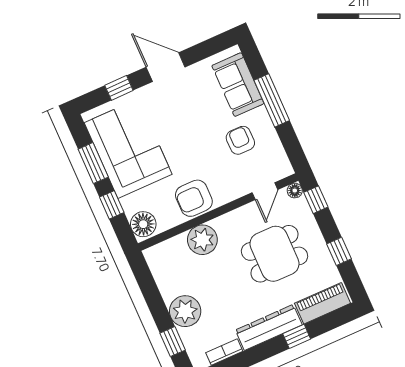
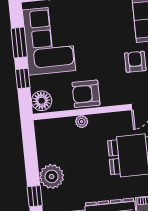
plant: (202, 240) -> (82, 122), width x0.53, depth x0.53

